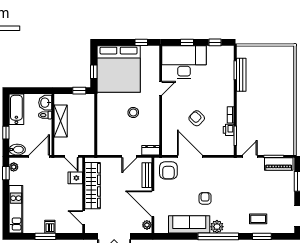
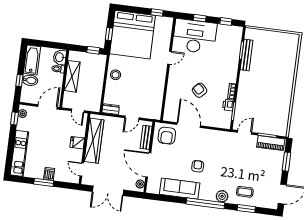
stool: (133, 113) -> (116, 75), moved
bidet: (17, 150) -> (30, 80), moved
dresser: (151, 150) -> (111, 109), moved
fridge: (75, 178) -> (77, 143), moved
plant: (217, 227) -> (222, 196), moved

